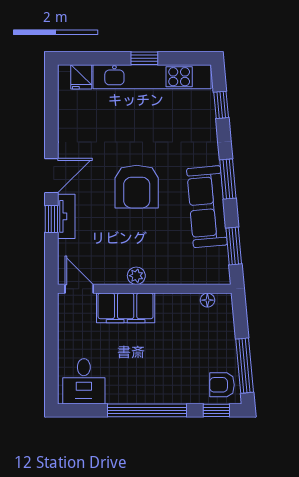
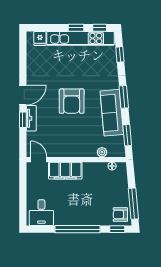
window: (186, 58) -> (100, 28), added
plant: (136, 276) -> (102, 152), moved

